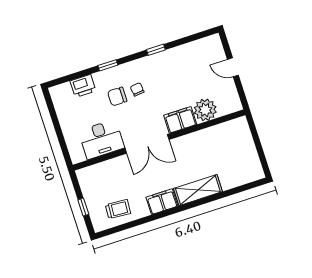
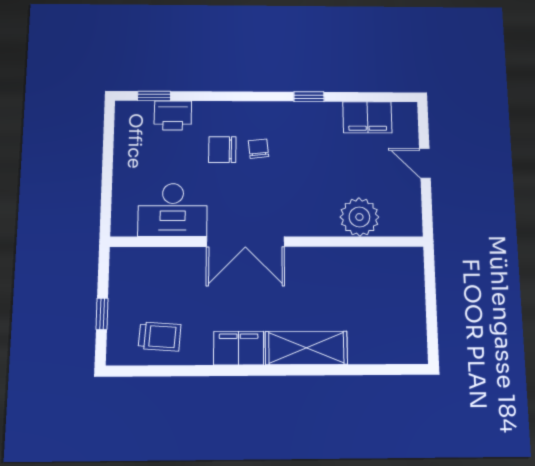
window: (108, 65) -> (154, 96), moved
filing cabinet: (180, 120) -> (367, 117), moved, turned 180

